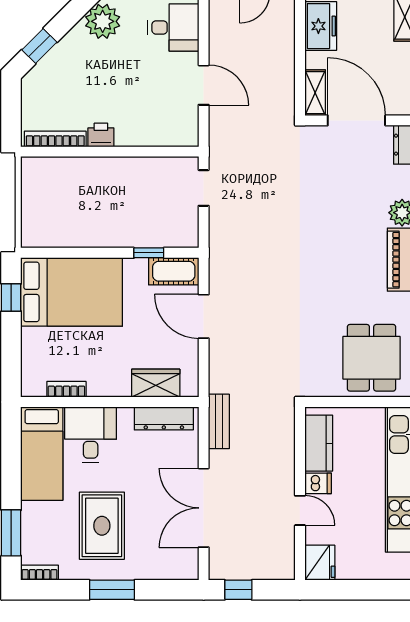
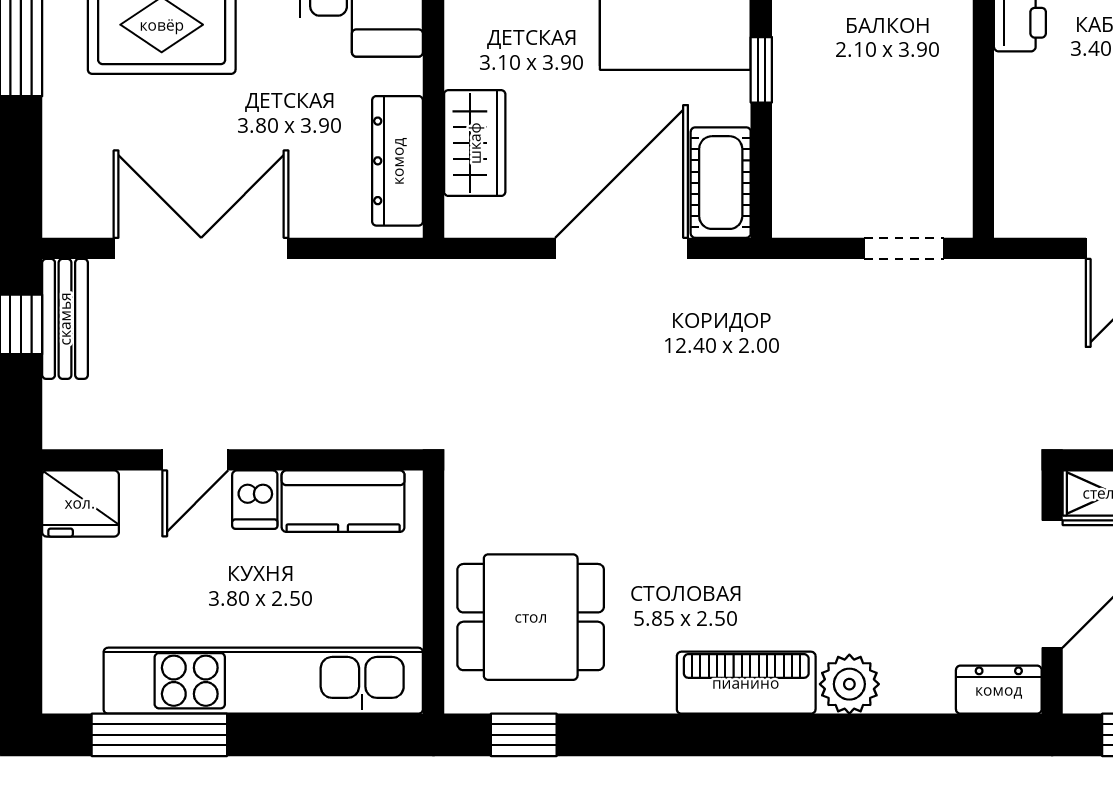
window: (149, 253) -> (761, 70), moved
door: (204, 316) -> (622, 248), width x1.36
bench: (219, 421) -> (65, 319), moved, turned 90

